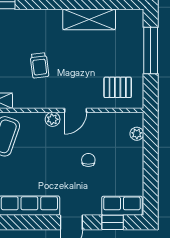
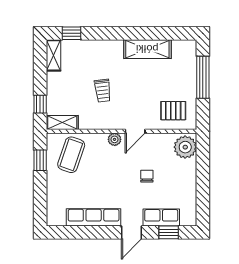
plant: (137, 134) -> (185, 147), width x1.88, depth x1.88
row of seats: (122, 206) -> (161, 217), moved

